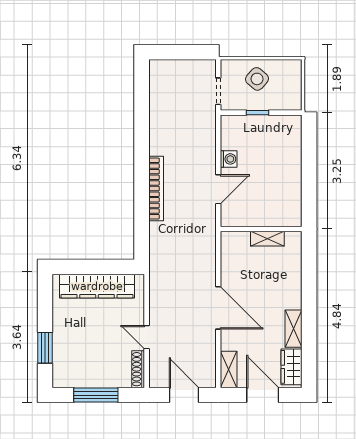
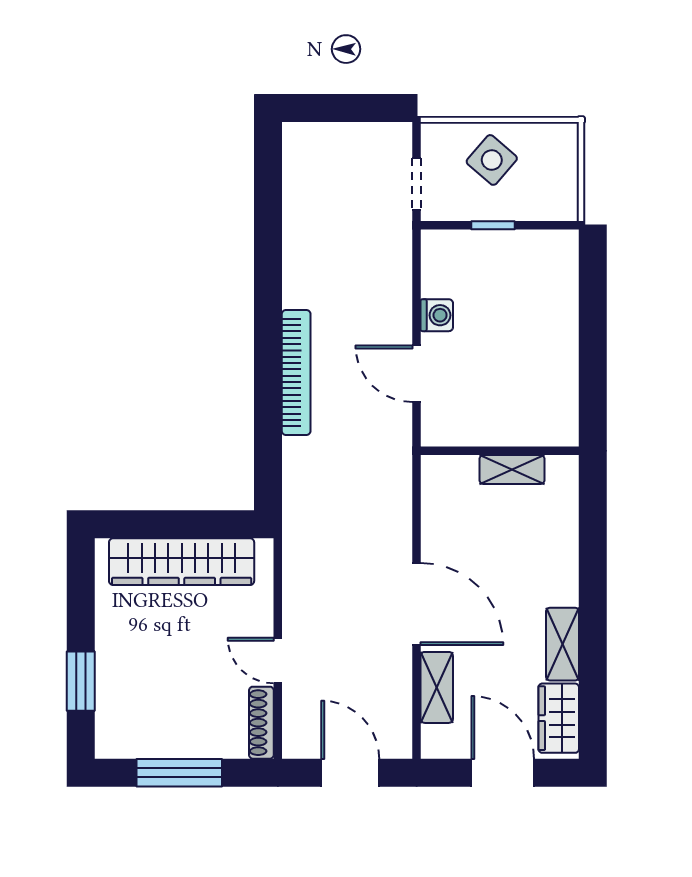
door: (218, 189) -> (417, 374), swing flipped
shelving: (229, 369) -> (437, 687), moved

